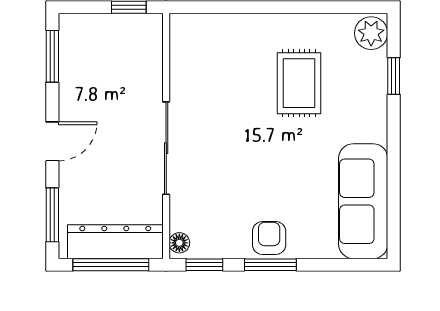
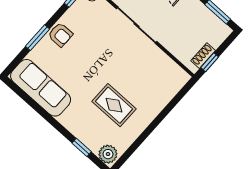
shoe rack: (128, 24) -> (203, 56), added
window: (270, 265) -> (38, 38), moved

